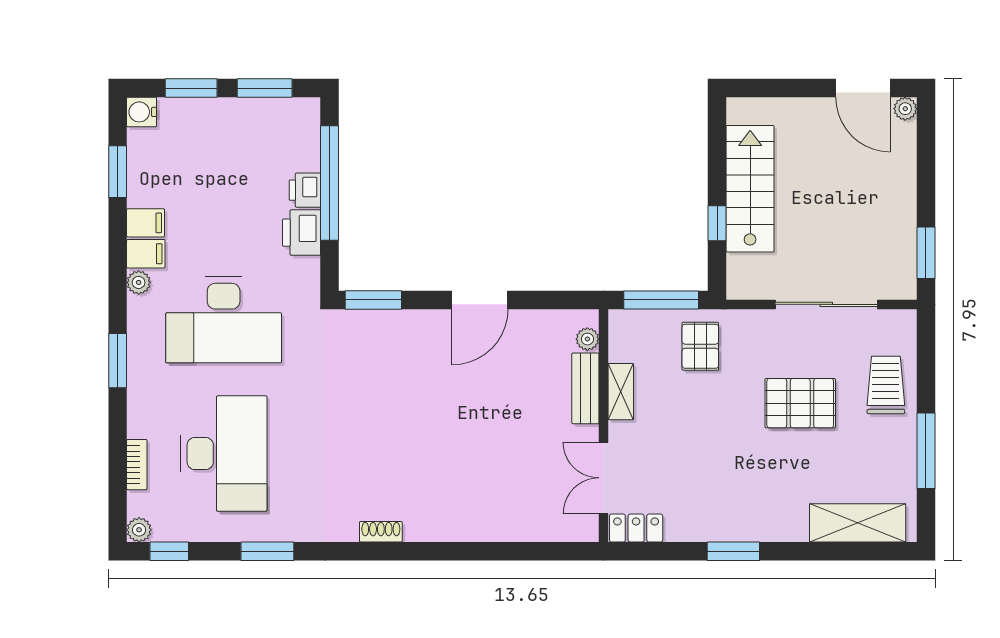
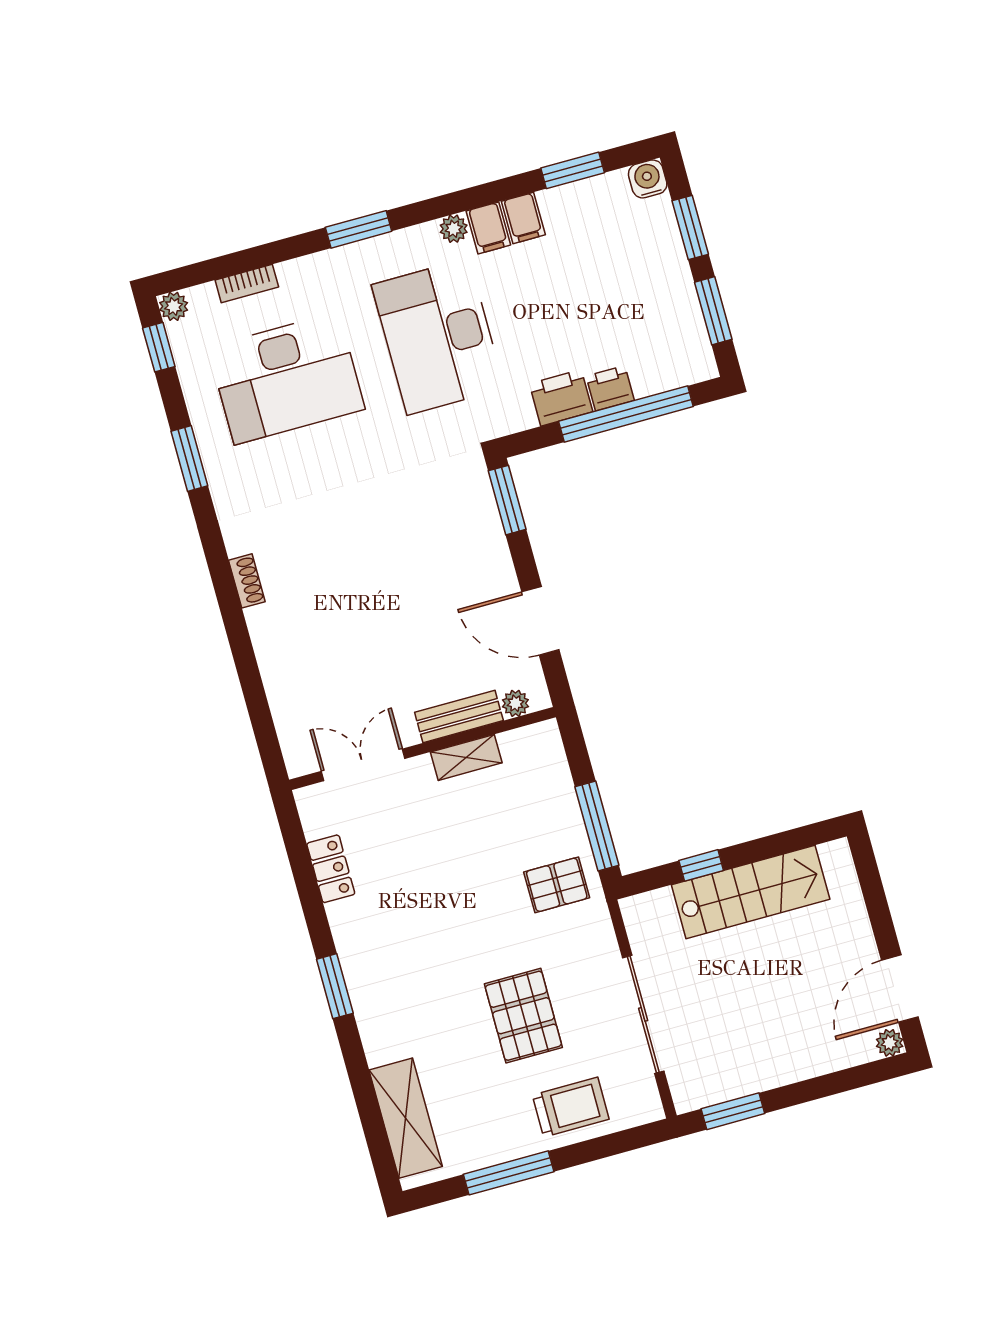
plant: (587, 339) -> (515, 703), moved
bench: (585, 388) -> (459, 716), moved
shelving: (621, 392) -> (466, 757), moved
wall: (604, 426) -> (422, 749), moved
double door: (604, 478) -> (363, 765), moved

